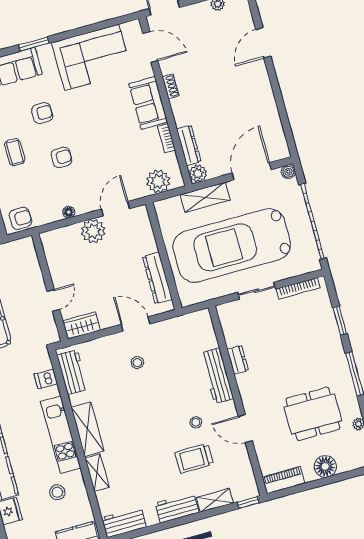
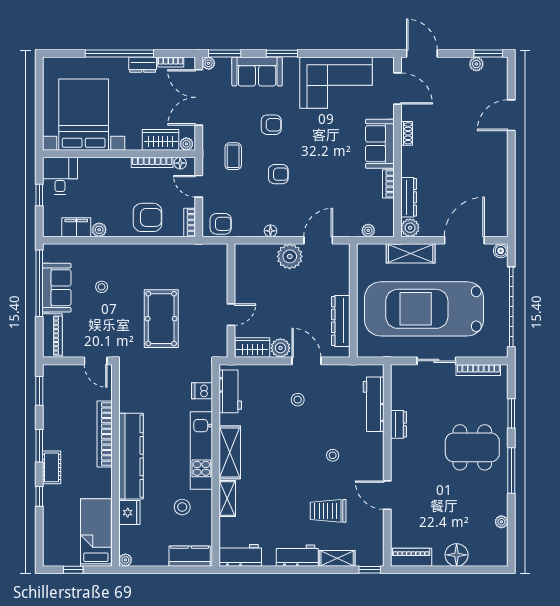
plant: (158, 181) -> (368, 230), width x0.53, depth x0.53
plant: (108, 319) -> (280, 348), added
workbench: (217, 376) -> (374, 404), moved
dining table: (313, 414) -> (472, 447), moved
stool: (196, 422) -> (333, 455), moved

